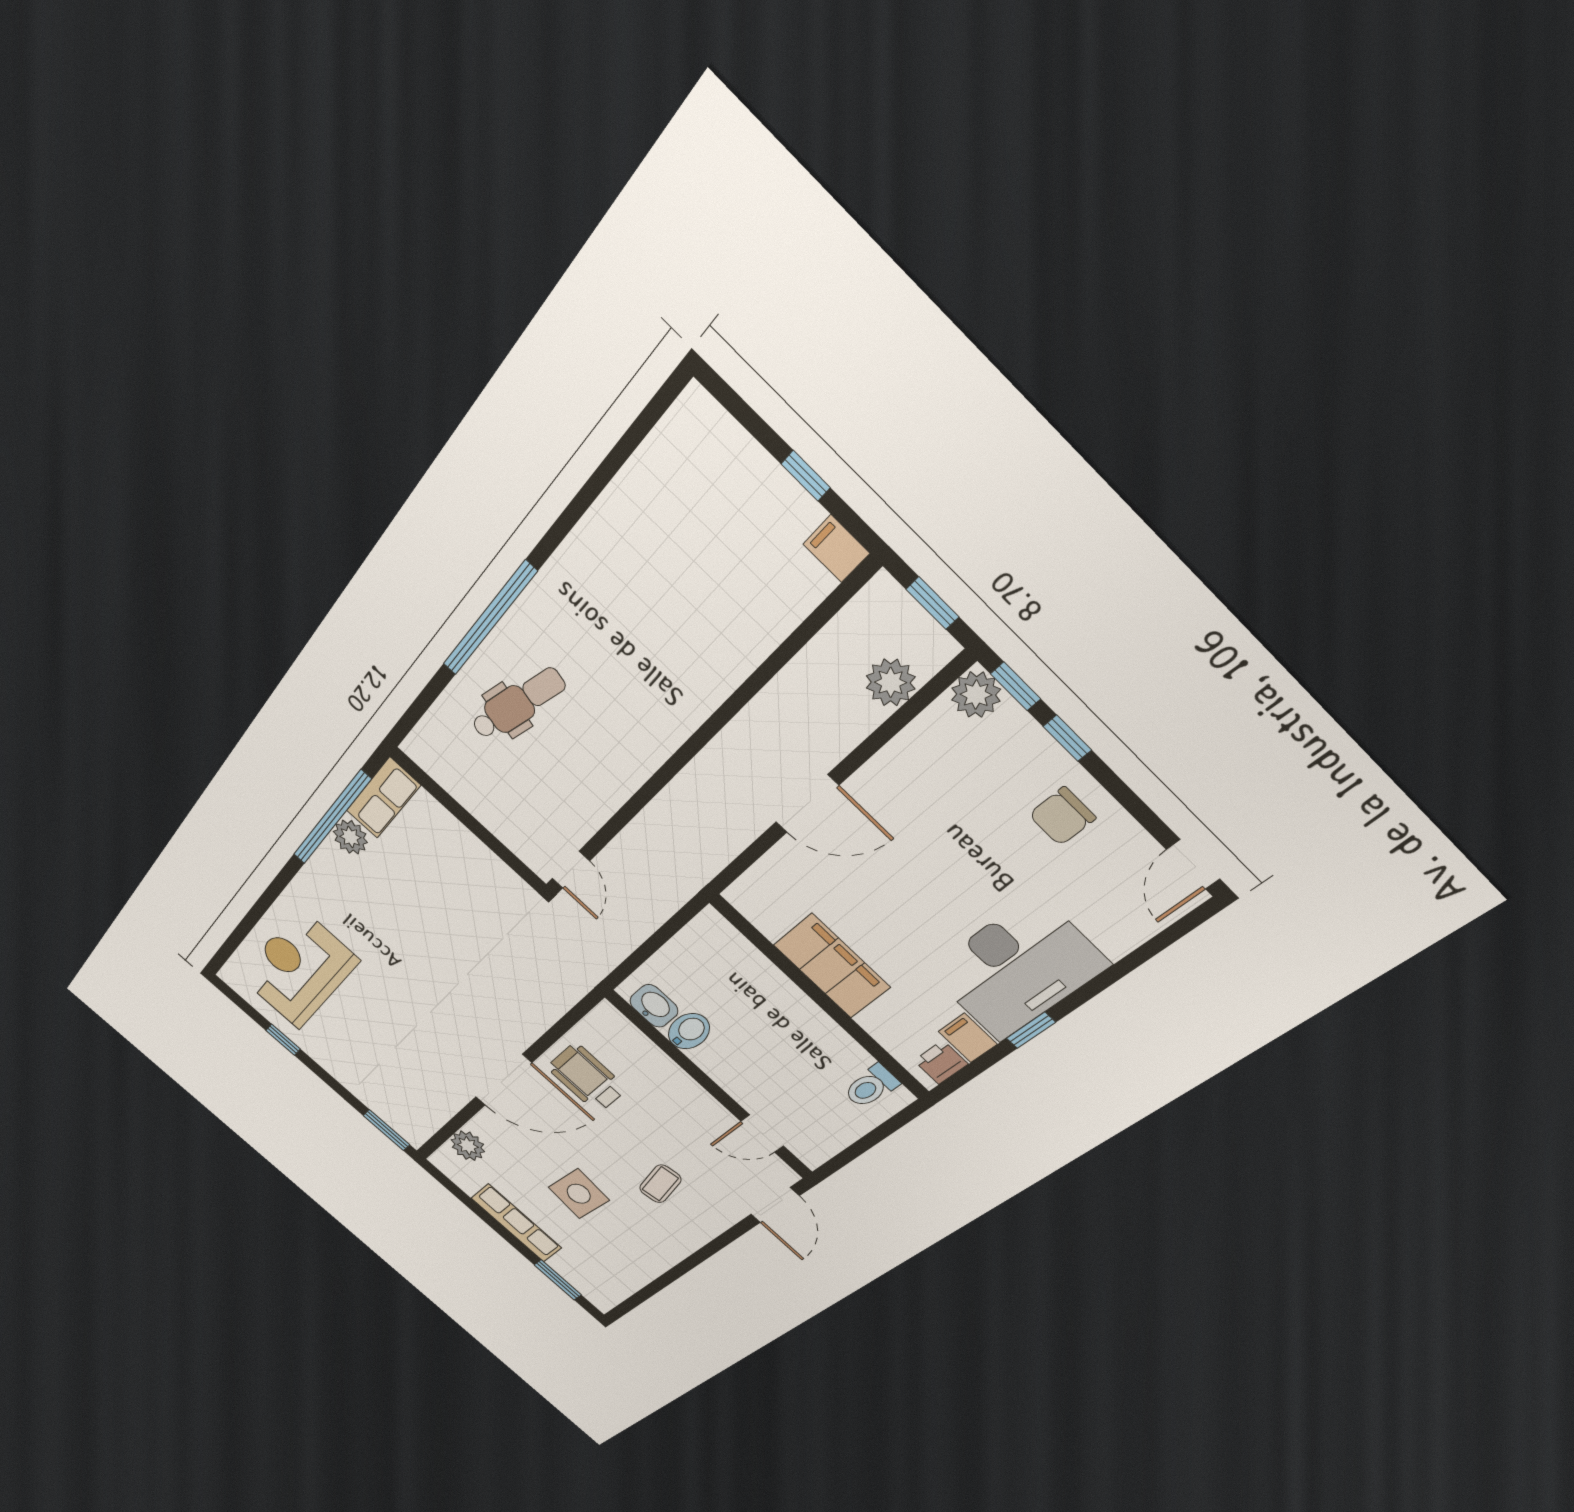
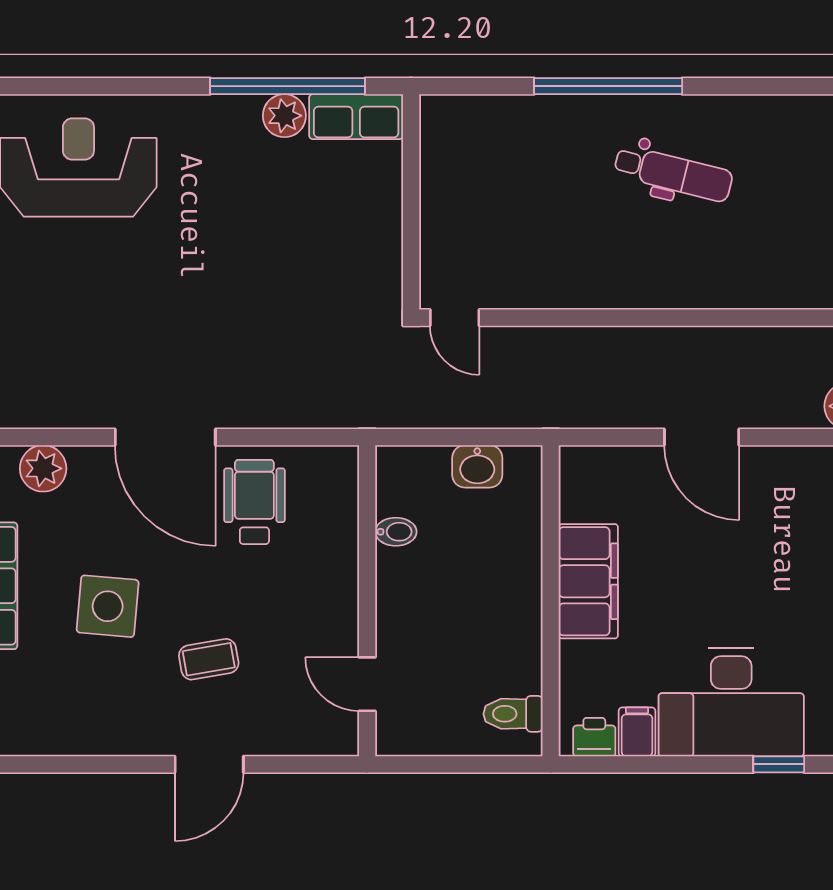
dental chair: (518, 704) -> (673, 173), moved
door: (571, 870) -> (455, 318), hinge flipped
washbasin: (654, 1006) -> (477, 466), moved, turned 90
window: (1031, 1030) -> (779, 764), moved
bidet: (689, 1031) -> (396, 532), width x0.72, depth x0.74
door: (775, 1205) -> (209, 764), moved

